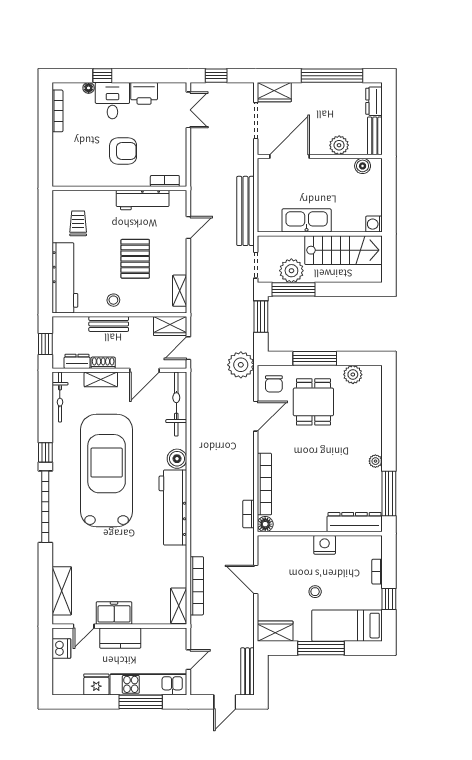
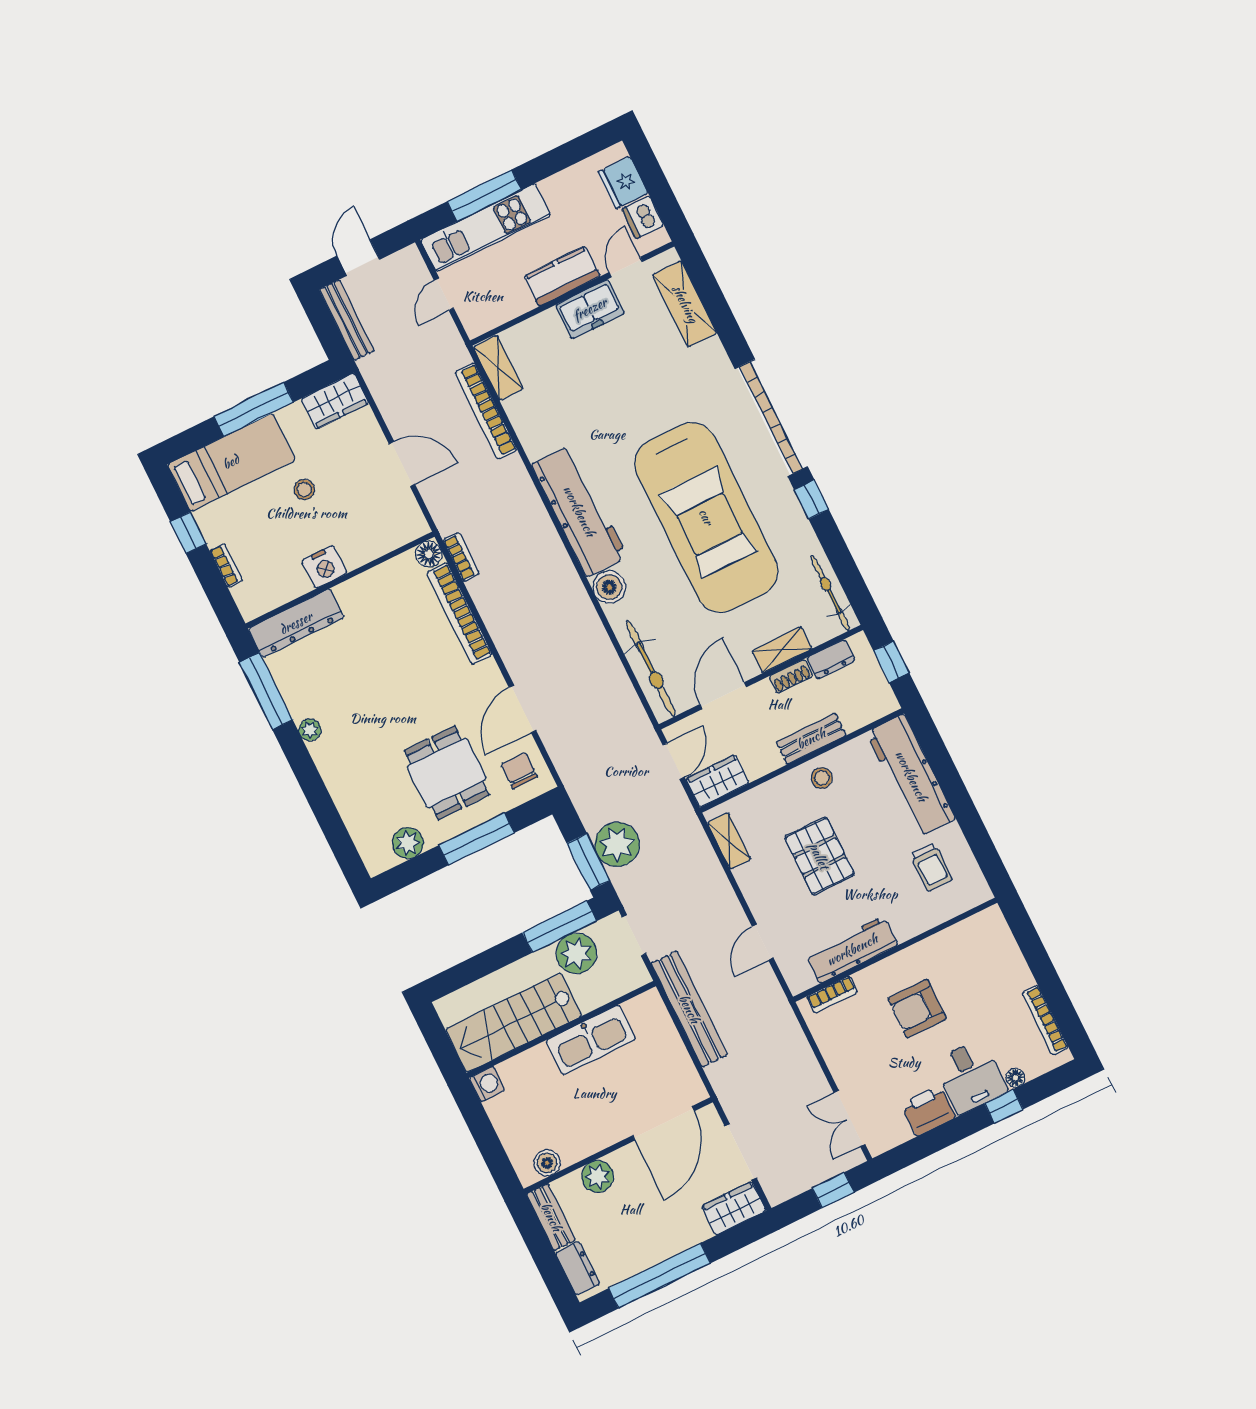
plant: (241, 365) -> (617, 844), moved
fridge: (96, 684) -> (623, 183), moved, turned 90

